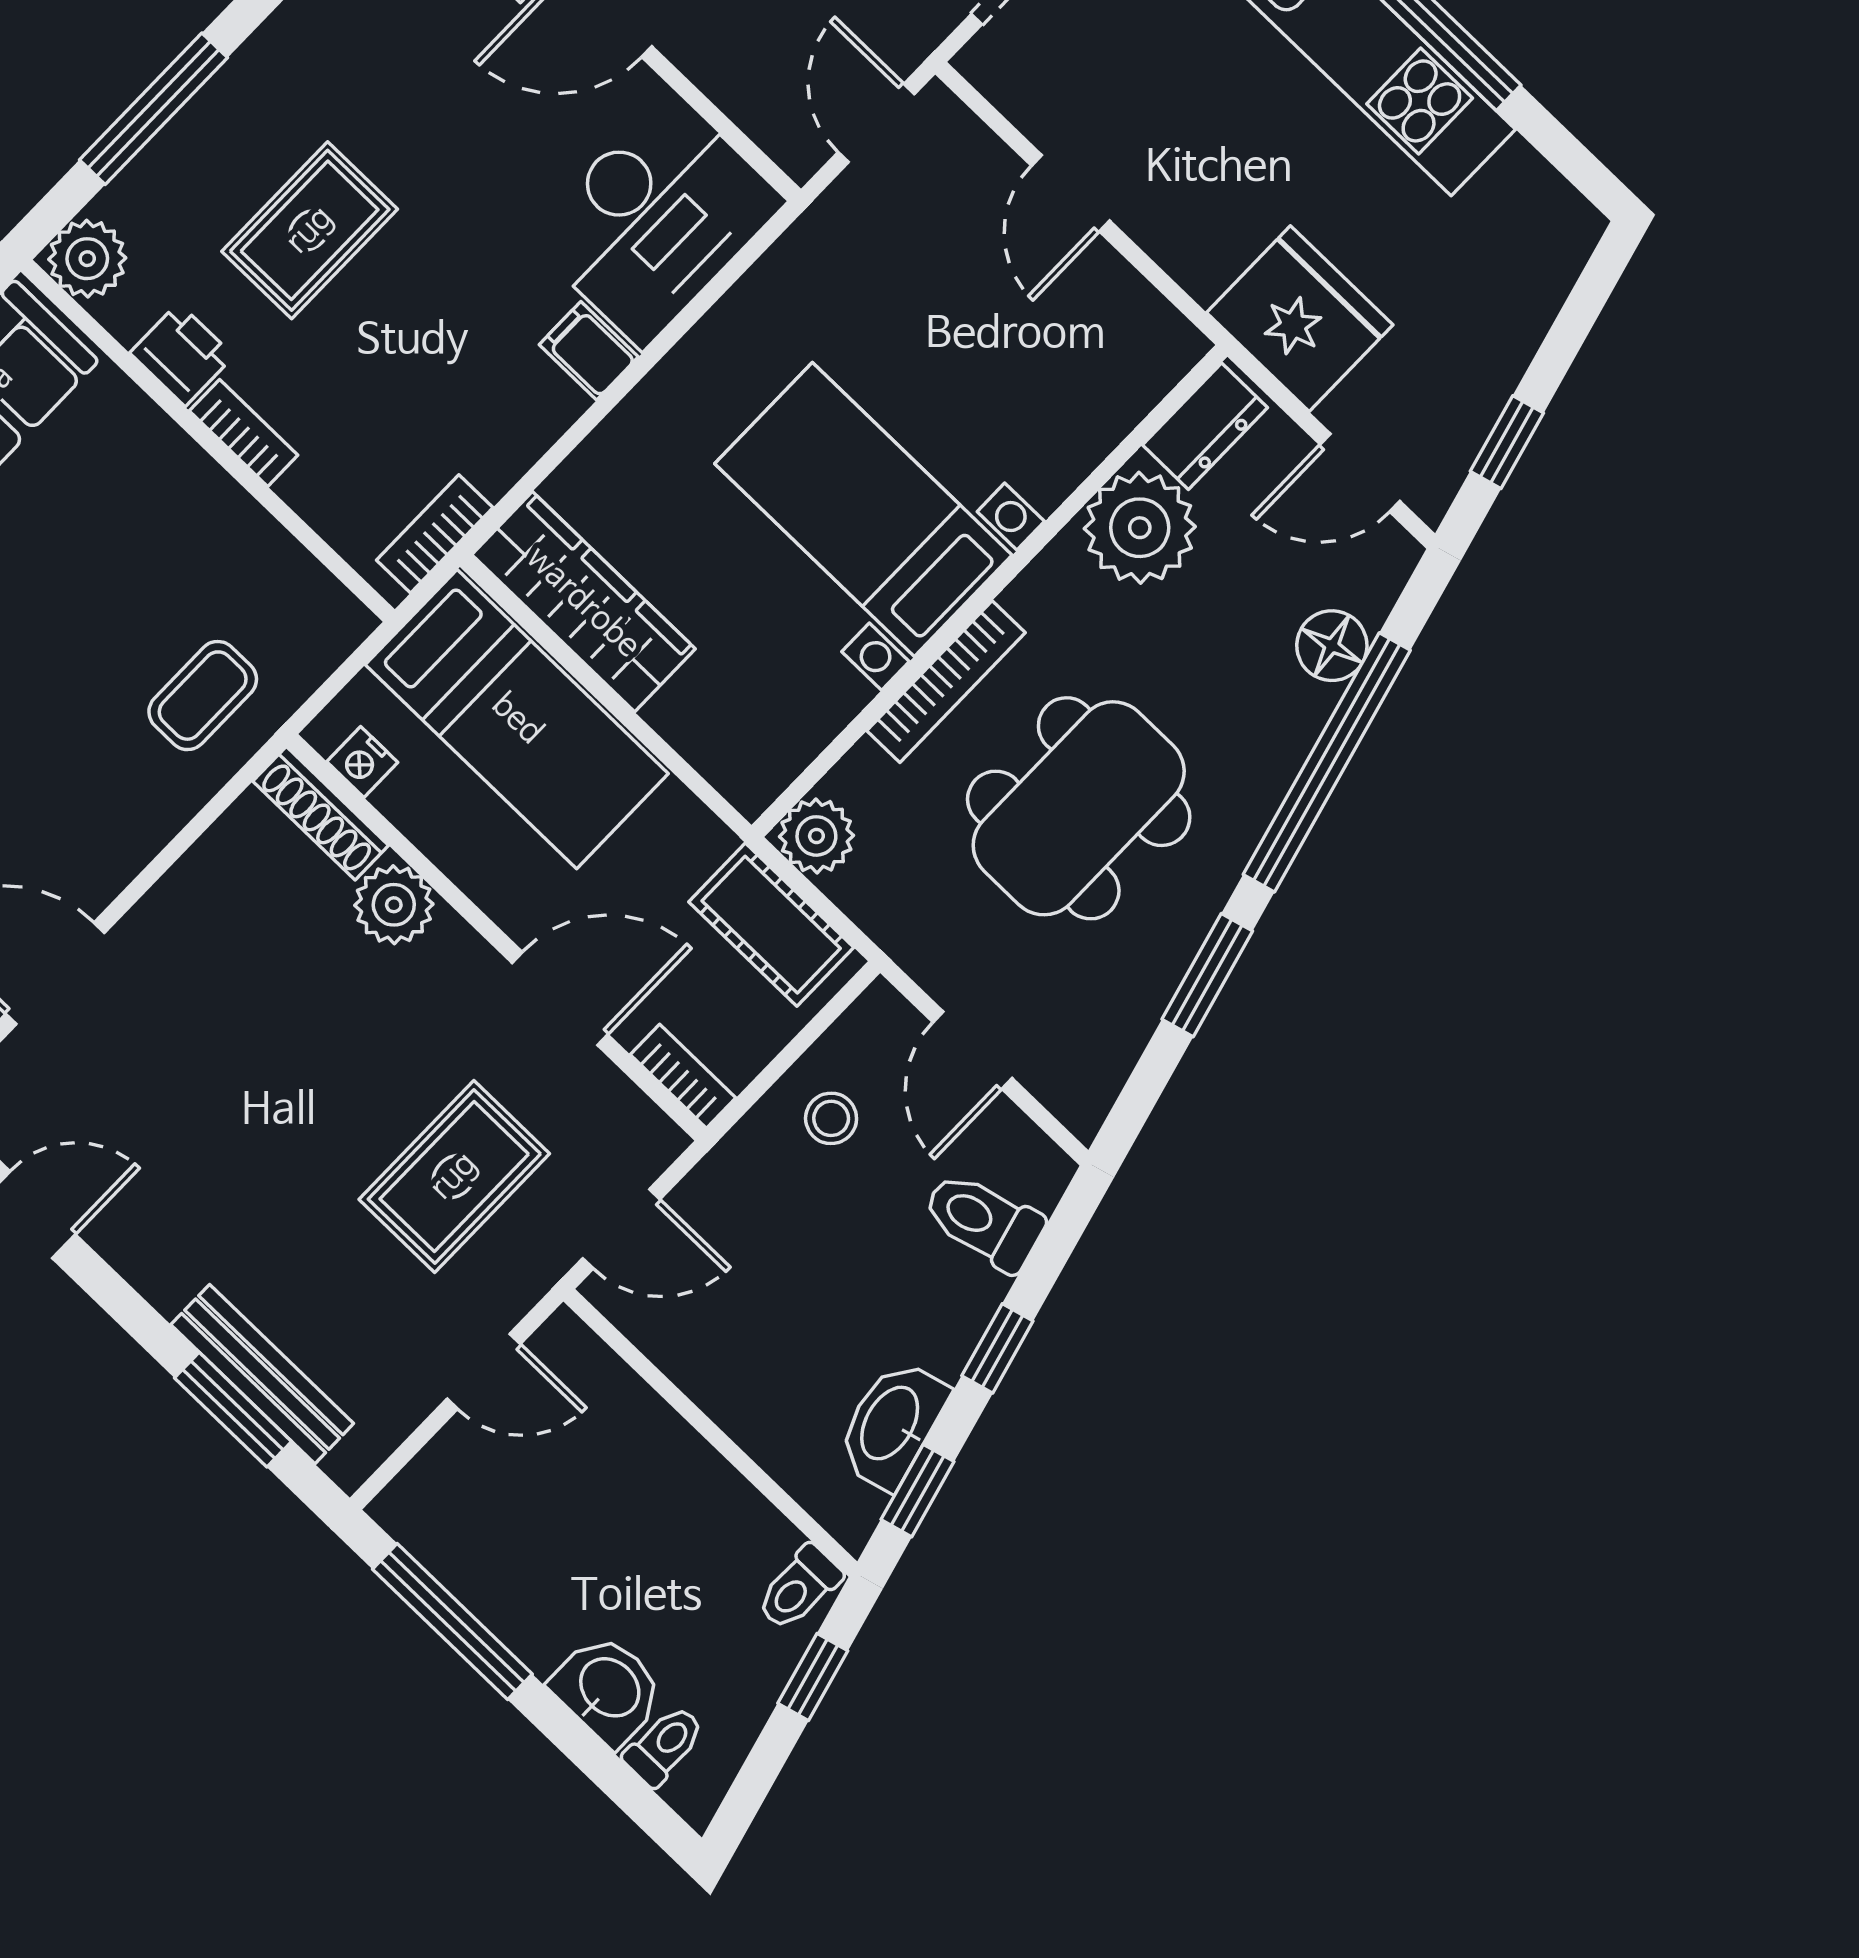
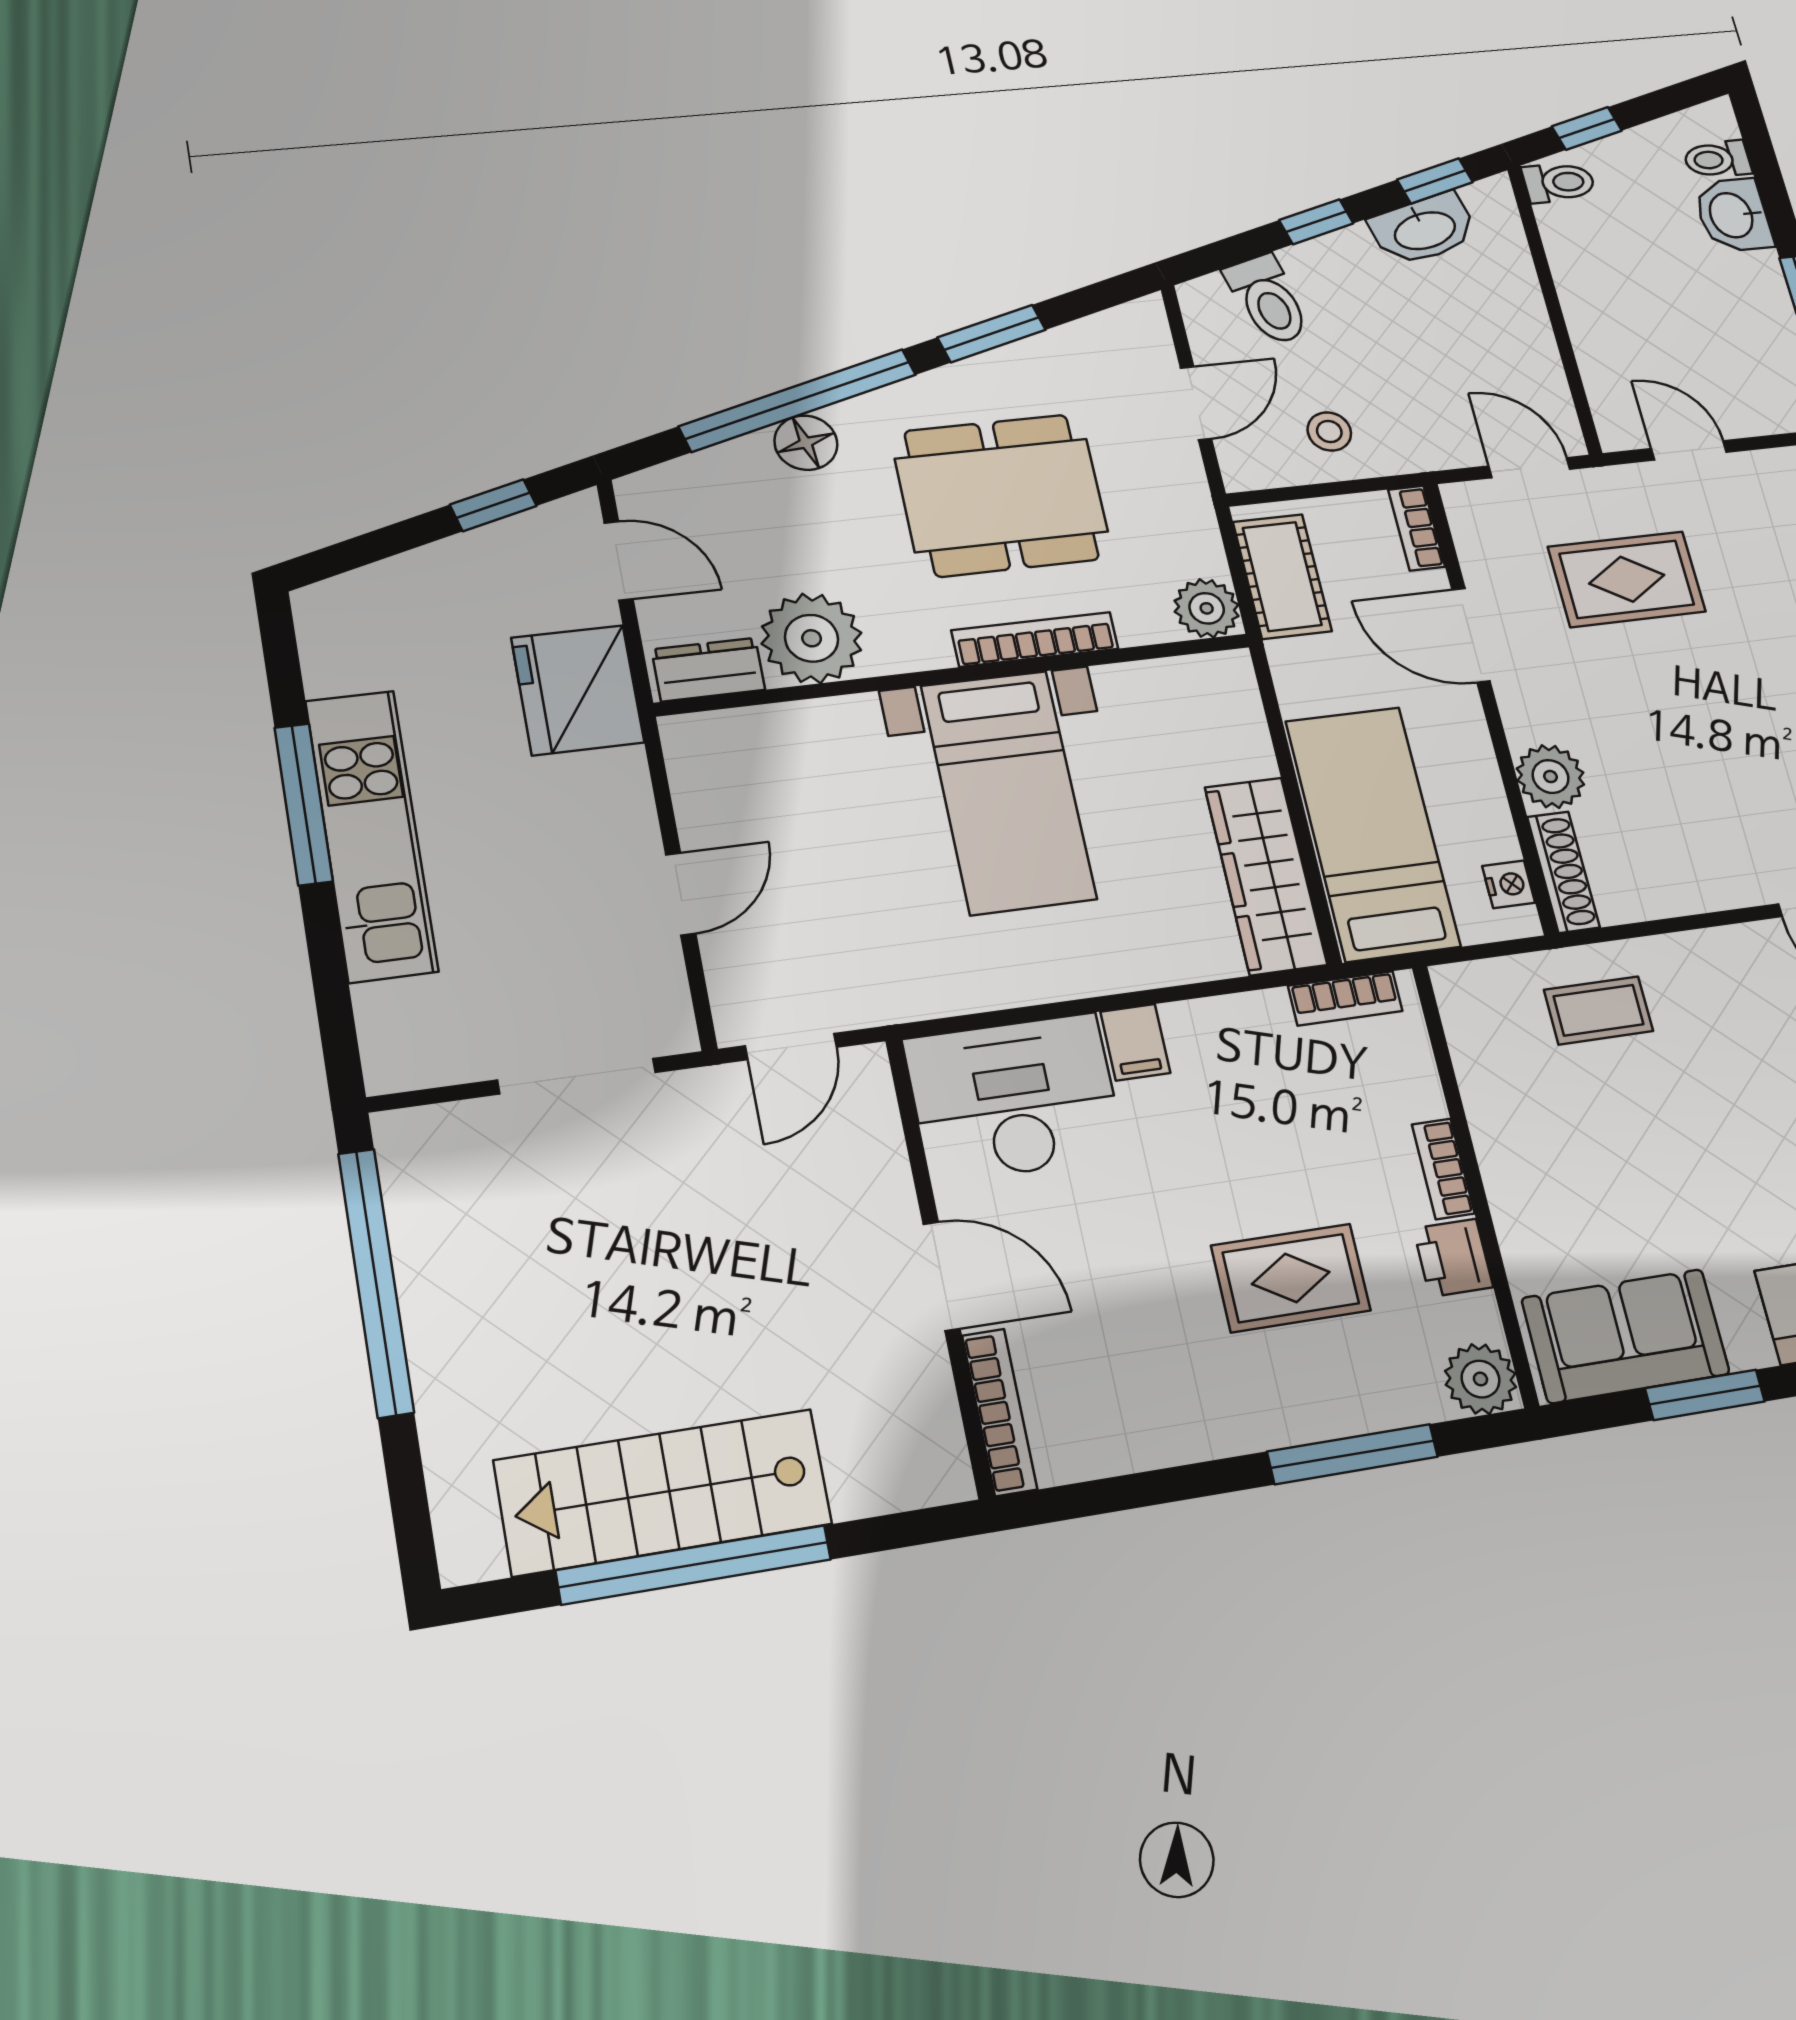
floor lamp: (1332, 646) -> (806, 443), moved

